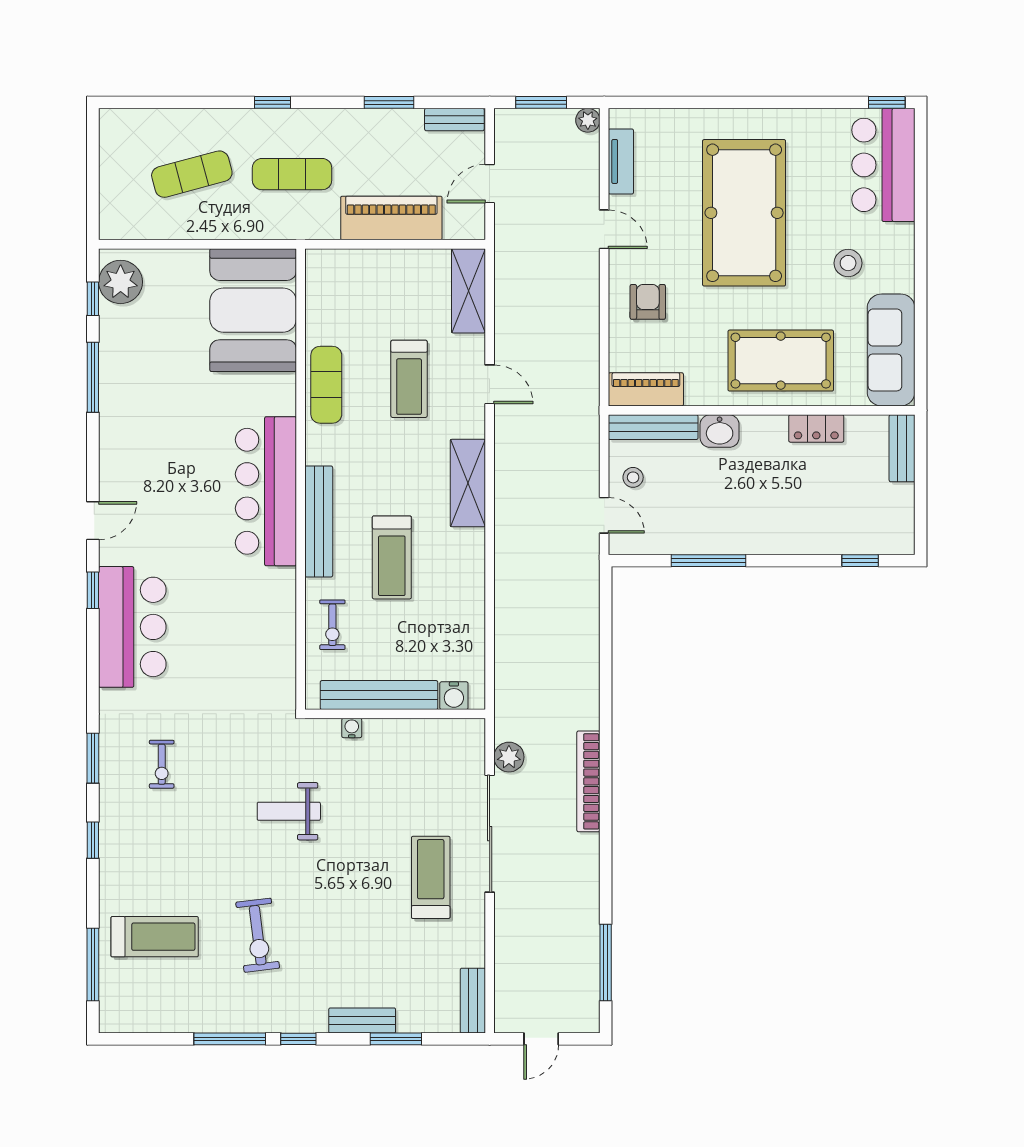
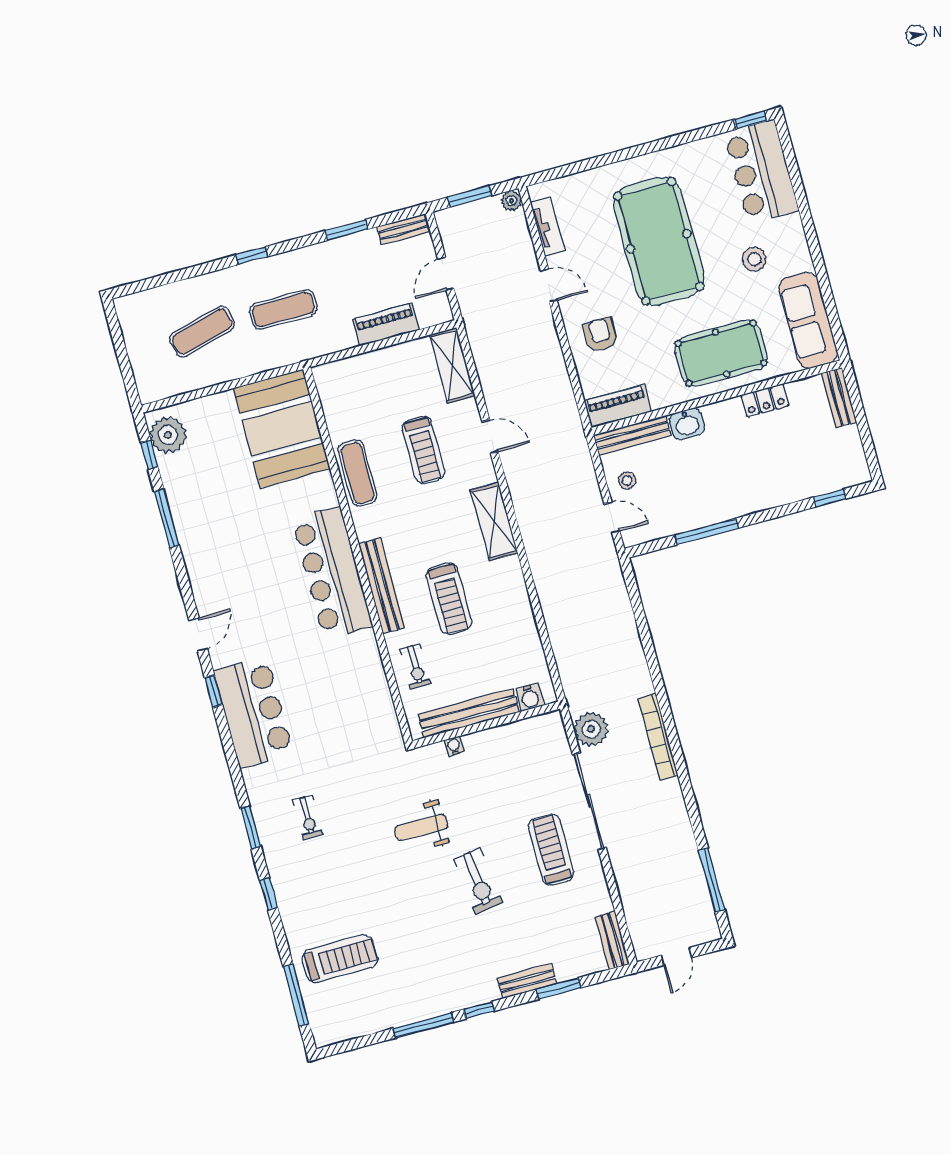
piano: (391, 218) -> (386, 325), width x0.73, depth x0.75
plant: (509, 757) -> (591, 729), width x1.36, depth x1.36
exercise bike: (258, 935) -> (478, 881), moved

